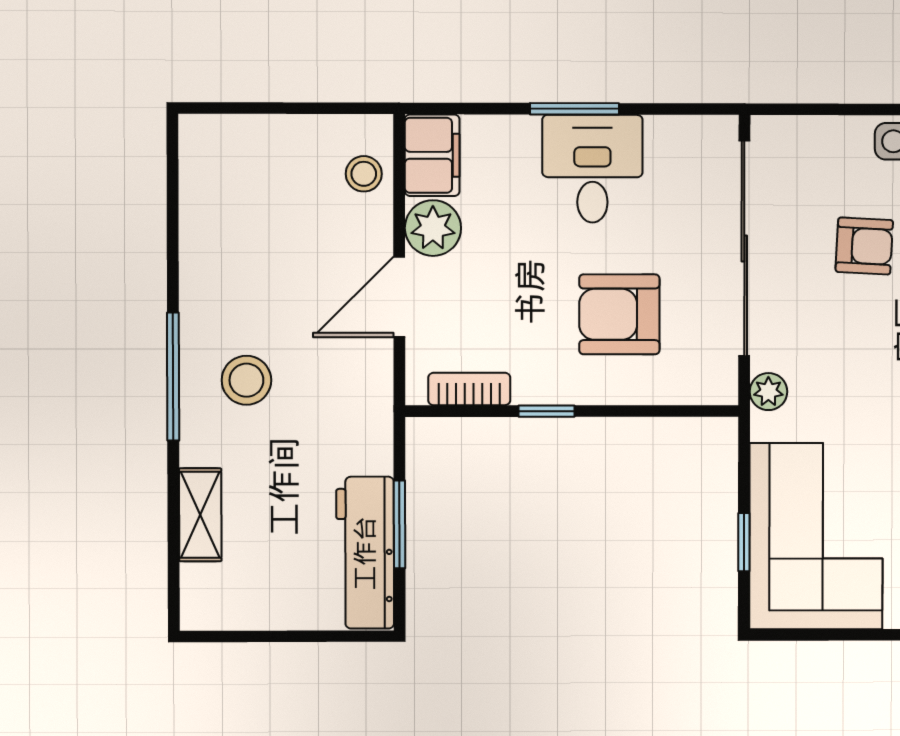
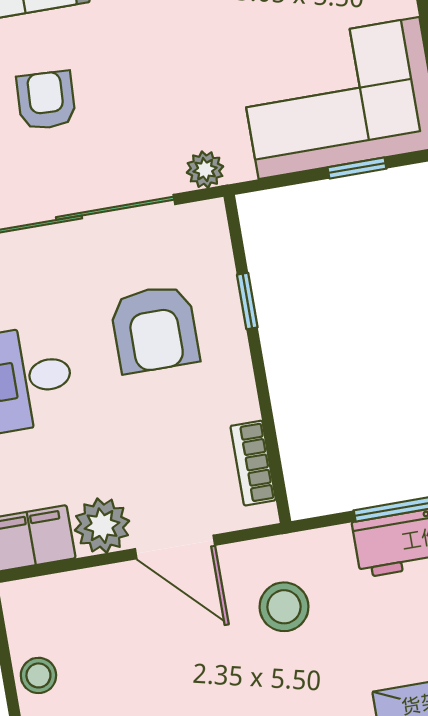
stool: (364, 174) -> (38, 675), moved
stool: (246, 380) -> (284, 607), moved
window: (546, 411) -> (247, 301), moved

